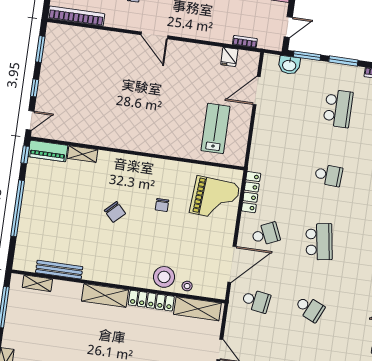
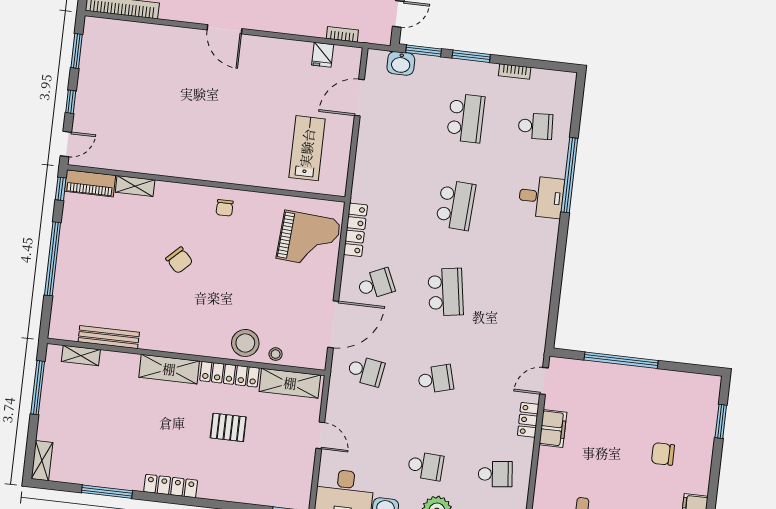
school desk: (329, 175) -> (456, 205), width x1.85
chair: (162, 205) -> (225, 208), moved
school desk: (310, 308) -> (436, 379), turned -39
pallet: (149, 341) -> (228, 427), added

